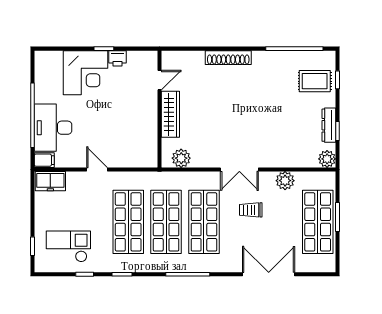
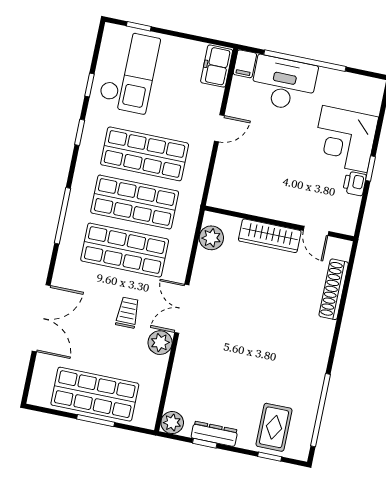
shoe rack: (228, 58) -> (334, 289), moved
plant: (285, 181) -> (160, 343), moved
checkout: (68, 246) -> (129, 72), width x1.36, depth x1.21

